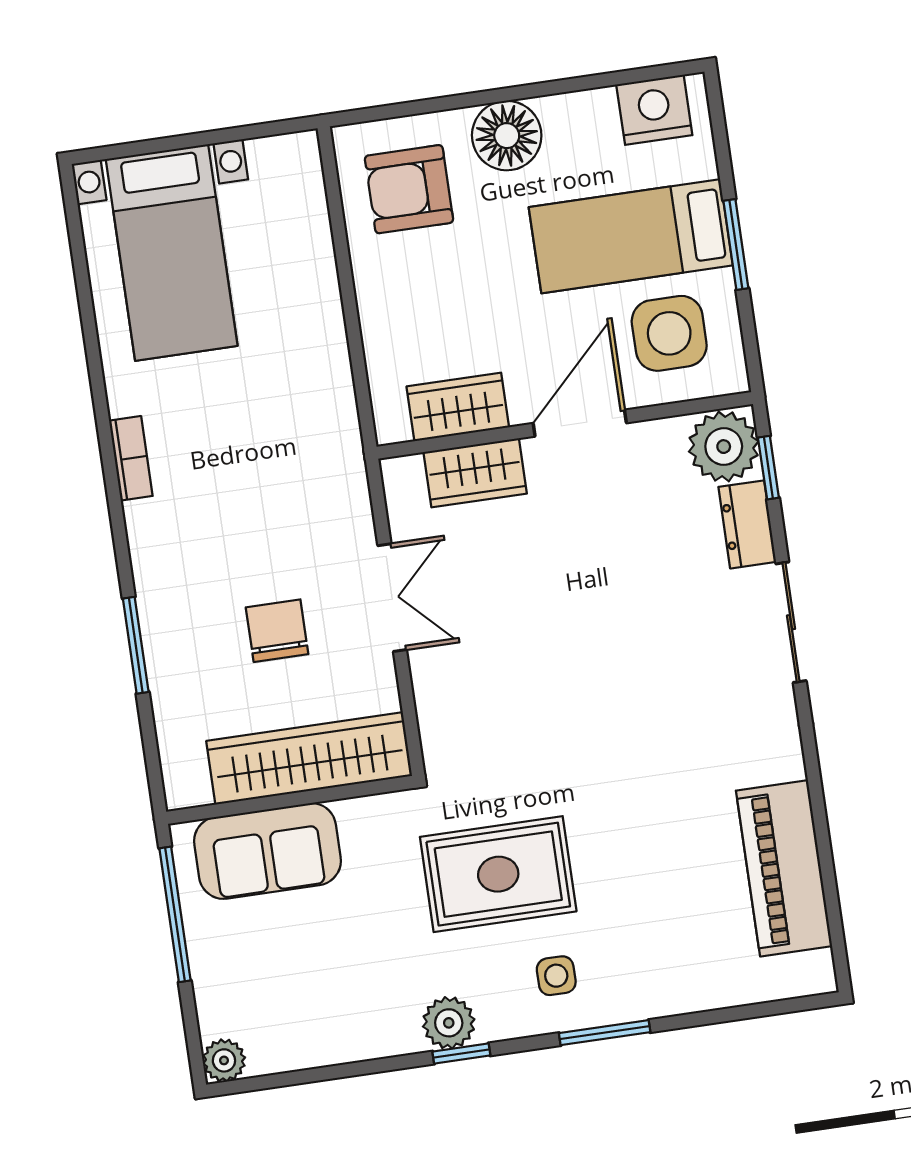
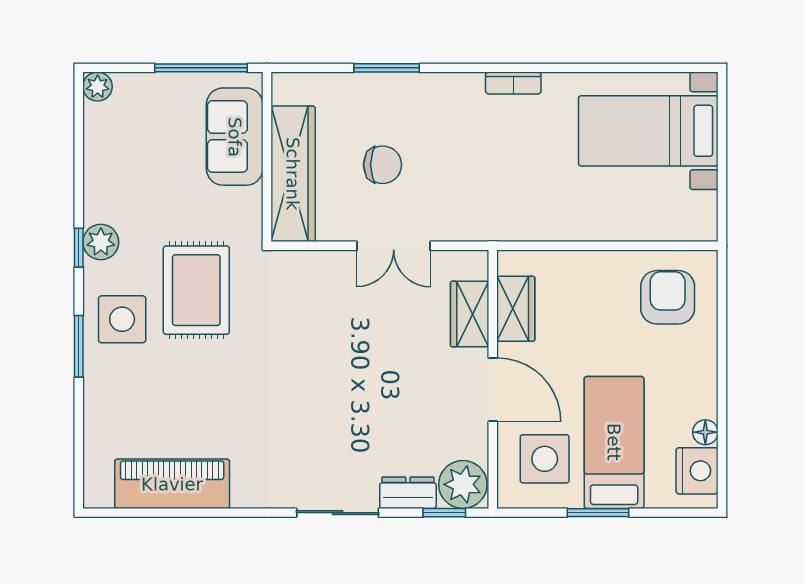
floor lamp: (507, 136) -> (705, 432), moved, width x0.53, depth x0.53
side table: (556, 976) -> (122, 319), width x1.87, depth x1.87

